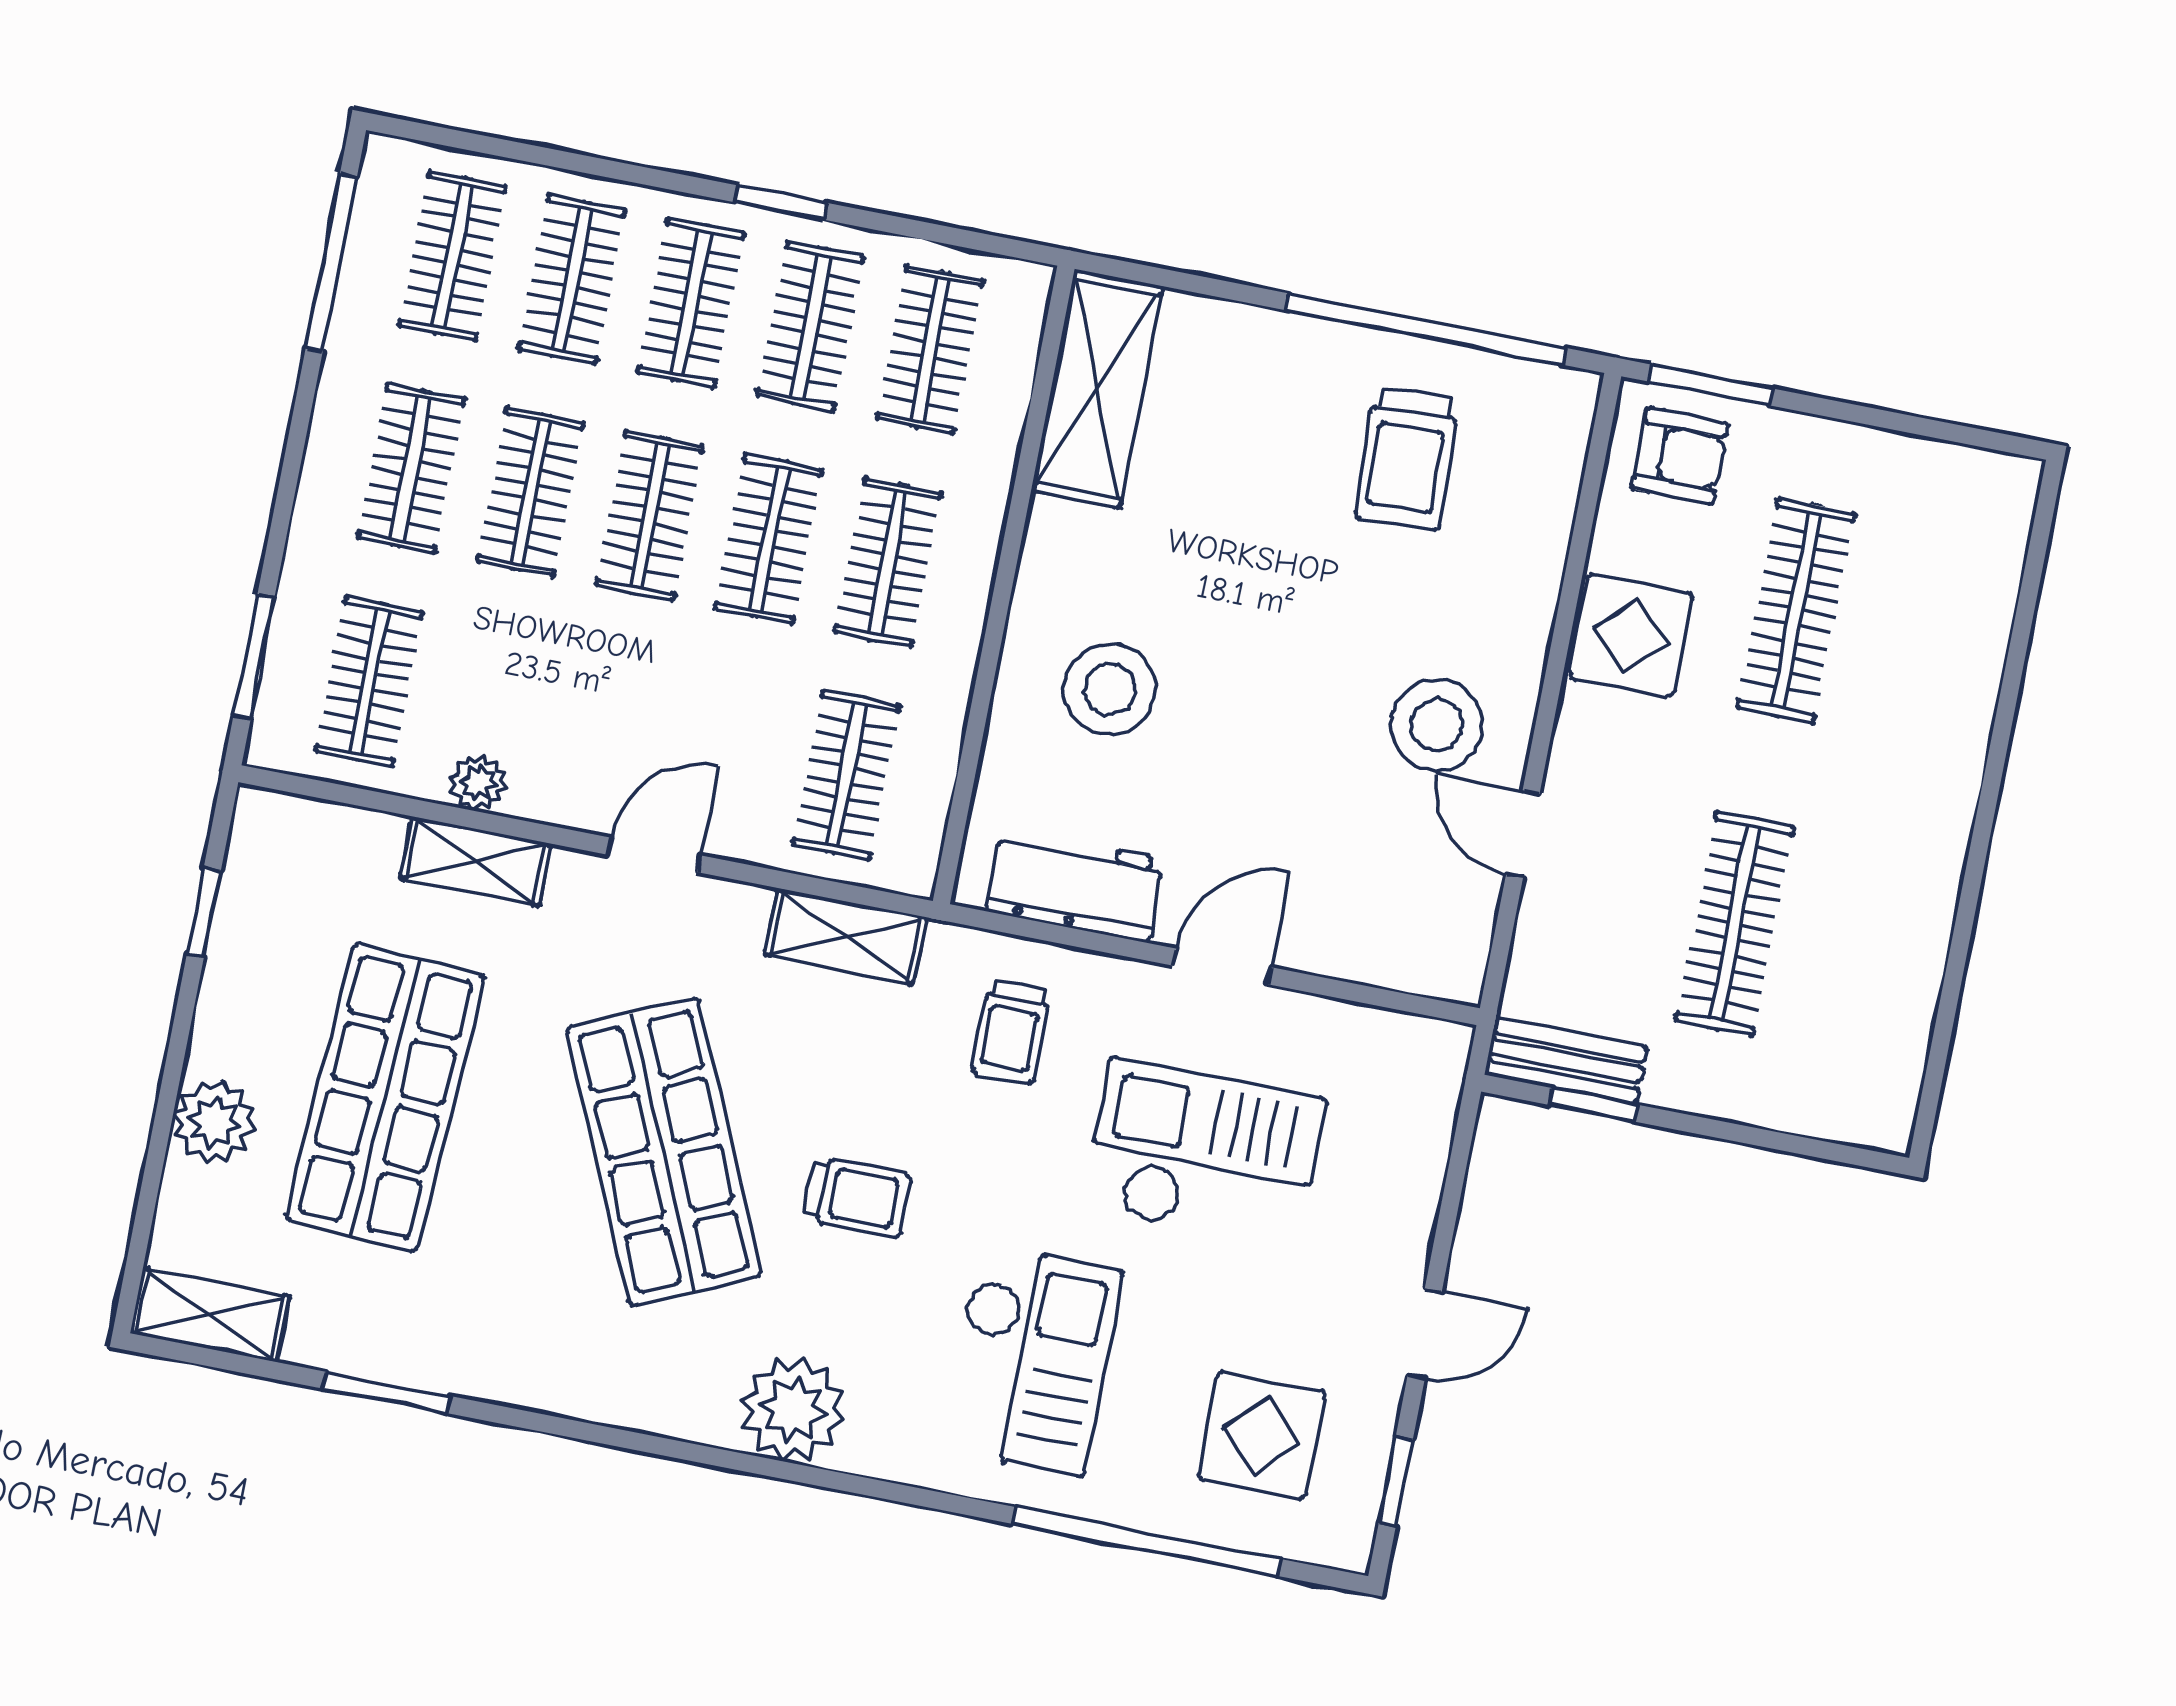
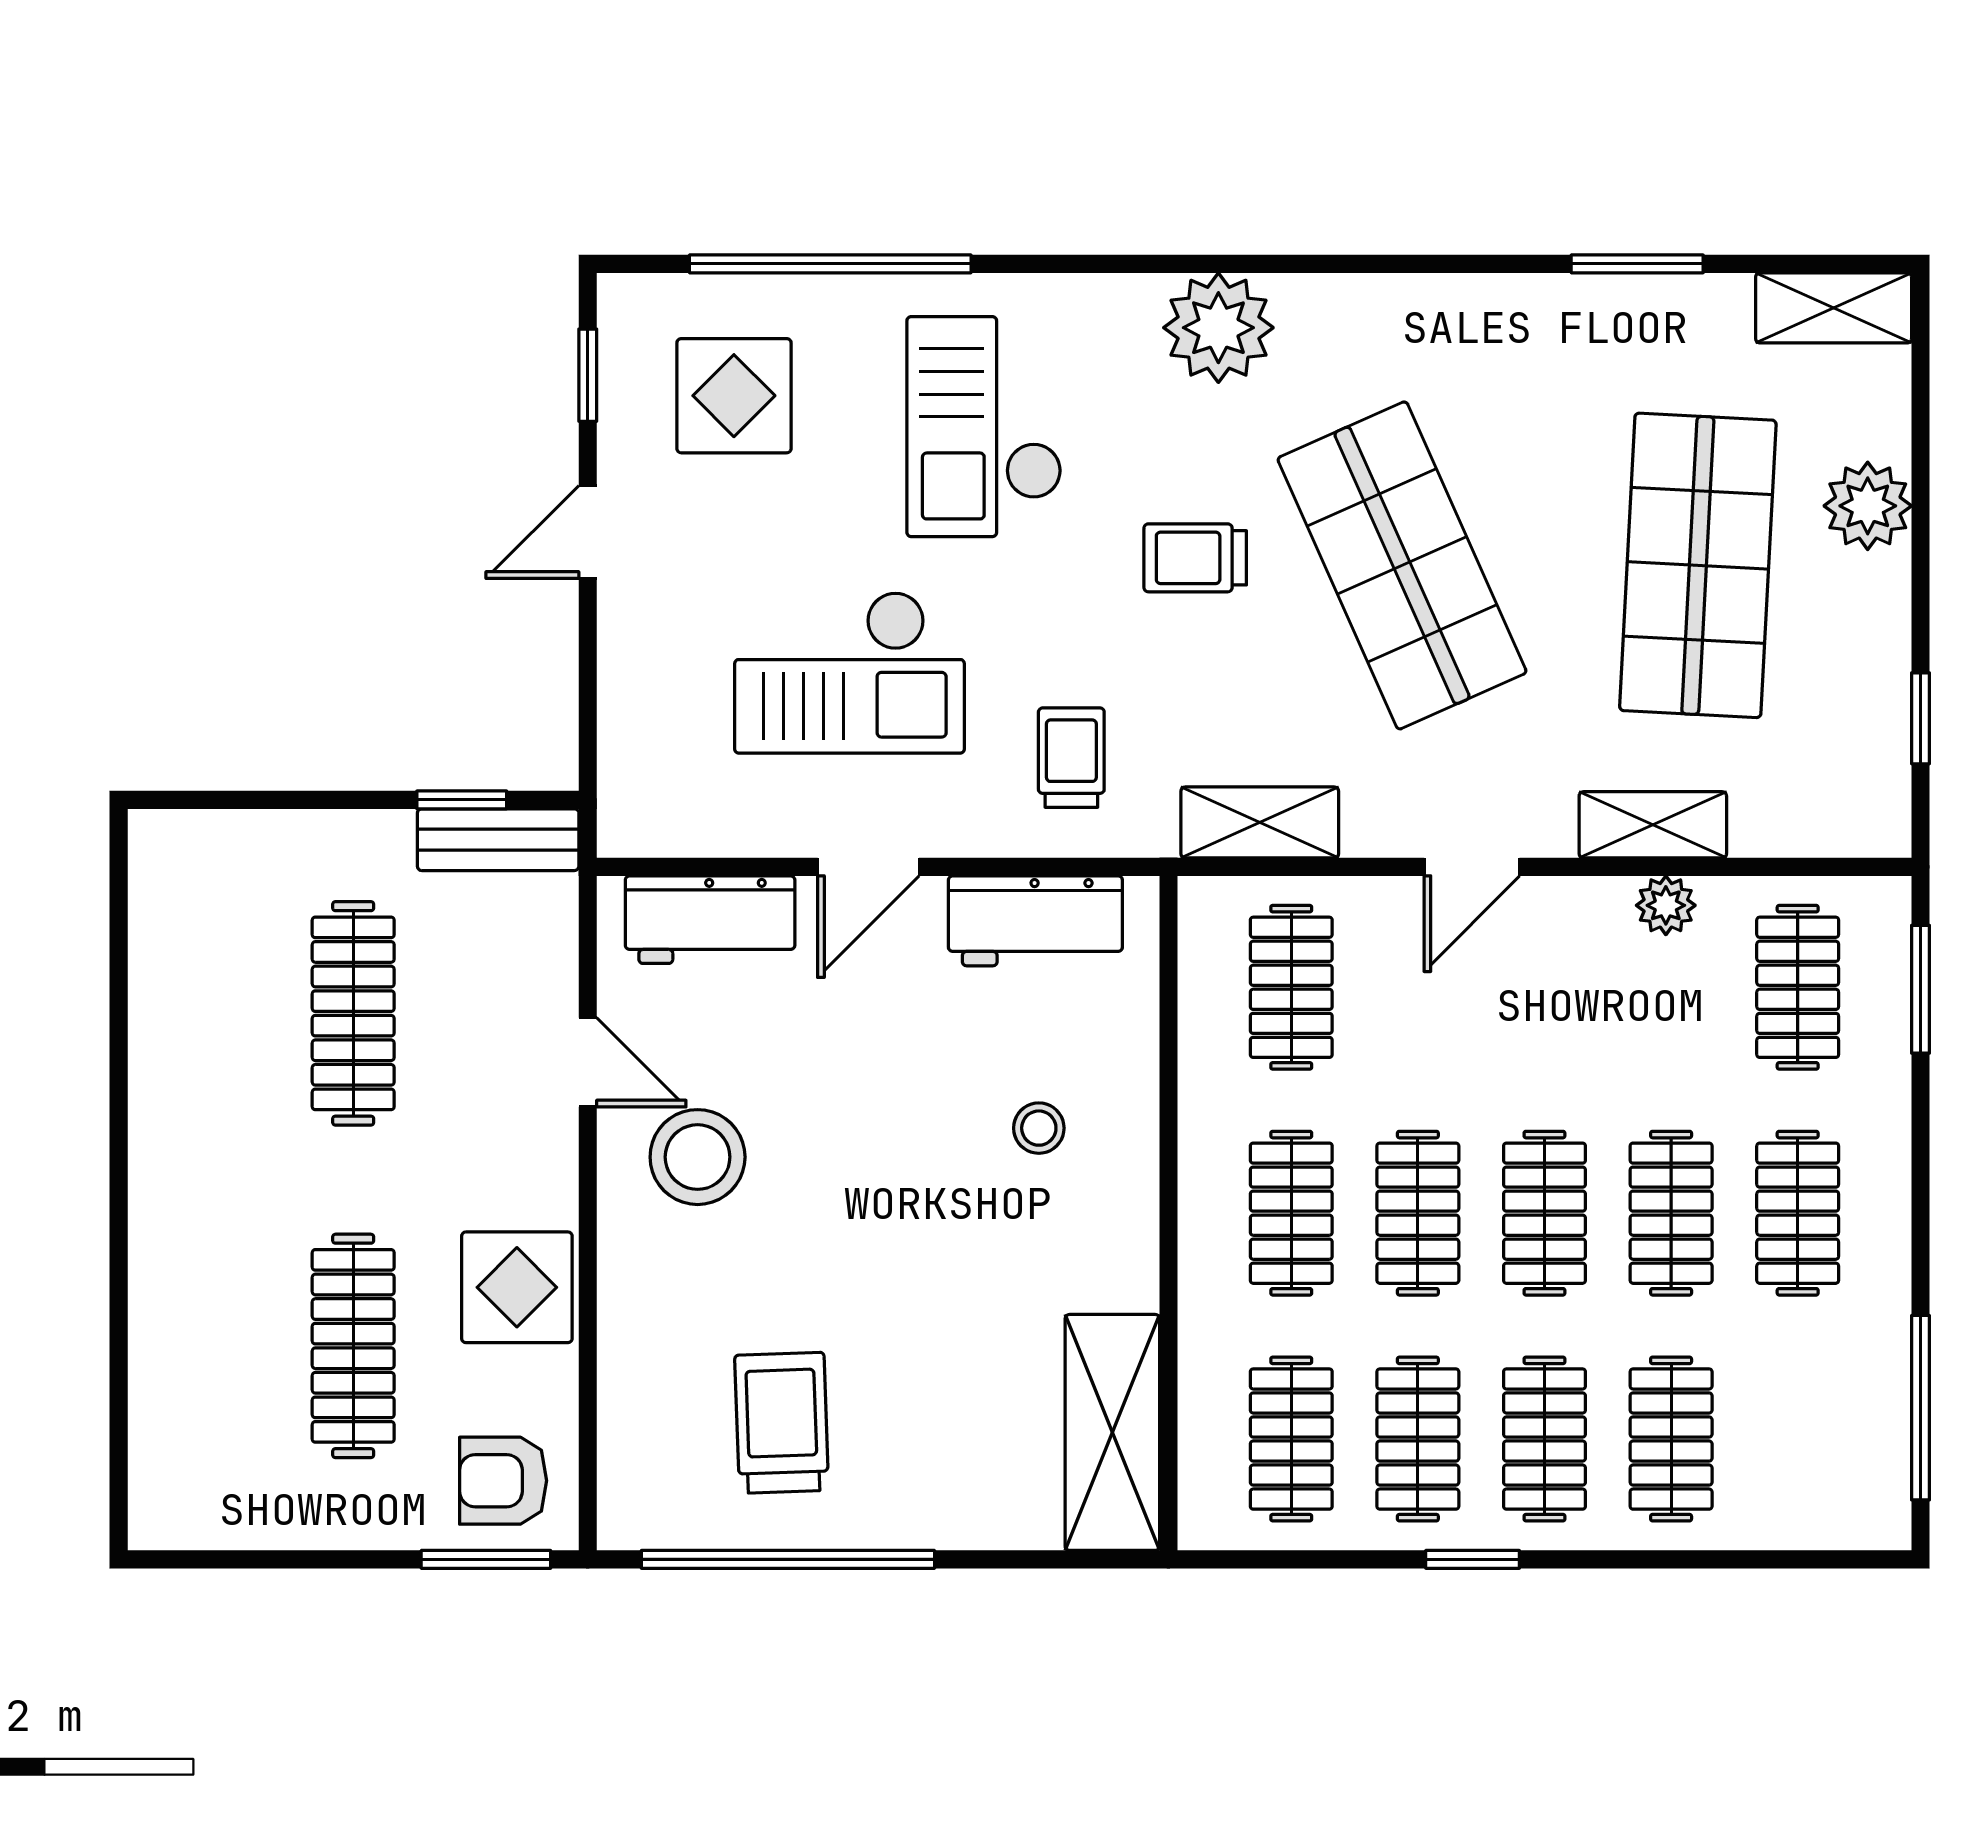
clothes rail: (453, 256) -> (1798, 1439), removed
stool: (1110, 689) -> (1039, 1128), width x0.53, depth x0.53
workbench: (1381, 946) -> (710, 920), added

